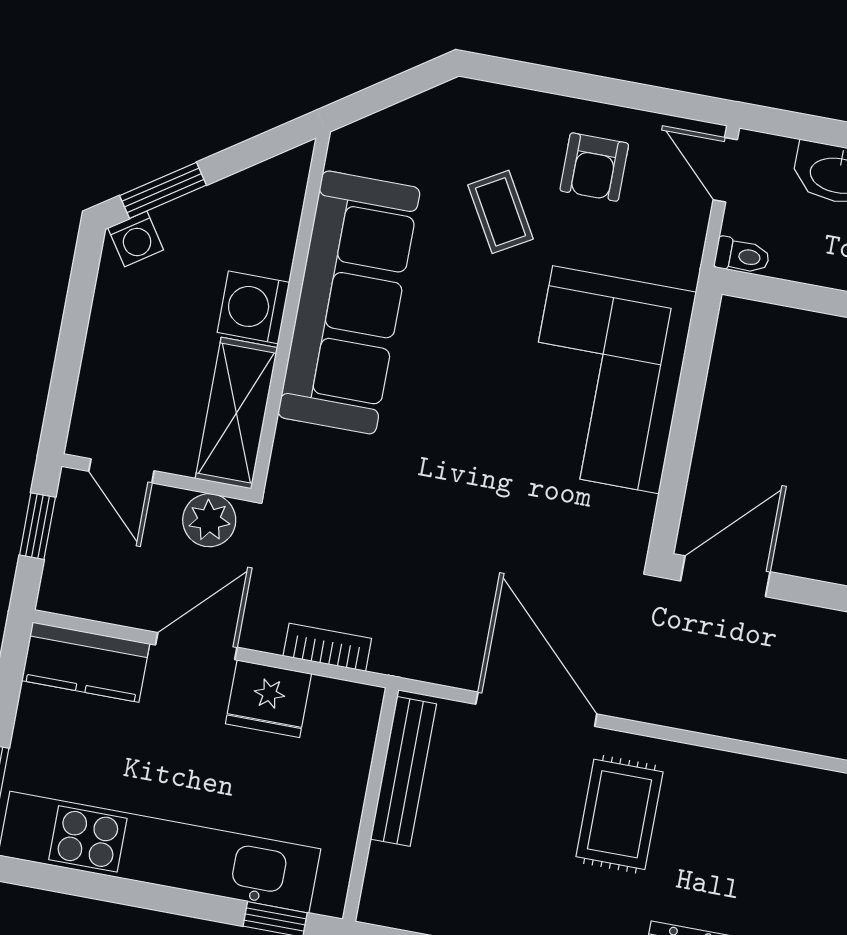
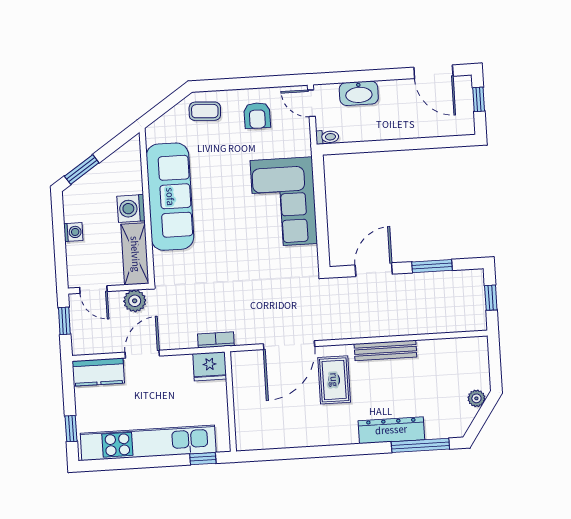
coffee table: (501, 212) -> (205, 111), moved, turned -57
washing machine: (136, 239) -> (73, 232), moved, turned -56
door: (725, 576) -> (374, 270), moved
bookcase: (327, 647) -> (216, 340), moved
fridge: (268, 699) -> (210, 366), moved
door: (536, 709) -> (289, 345), swing flipped
bench: (403, 771) -> (385, 350), moved, turned 90

